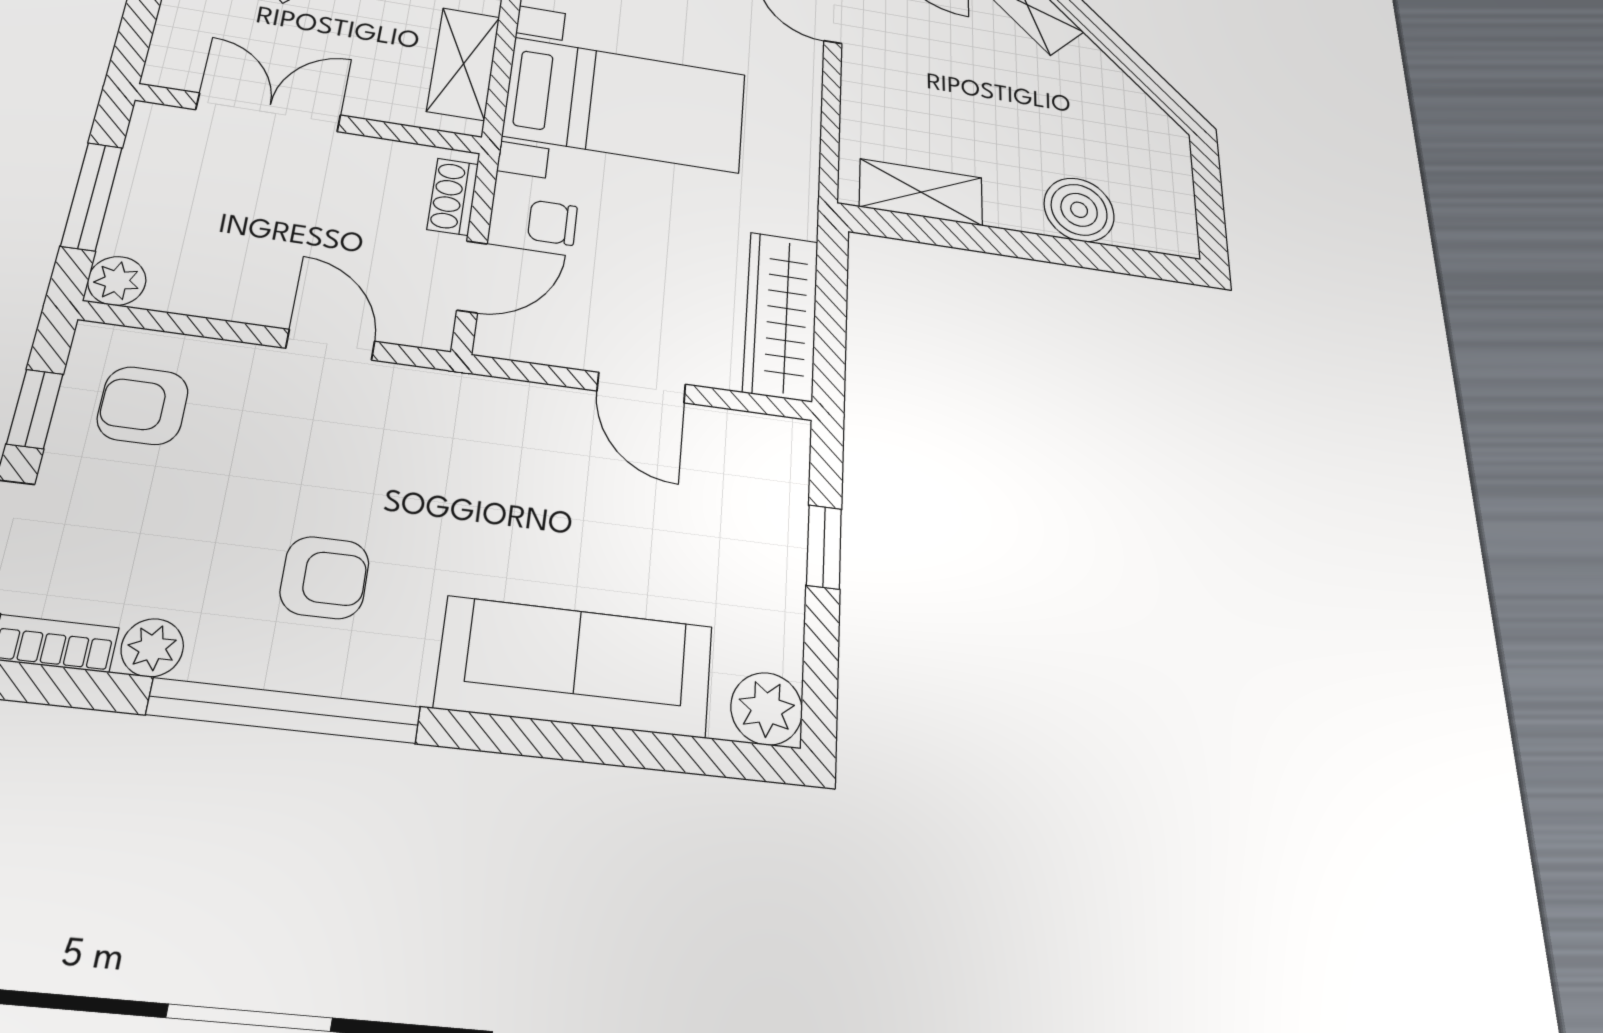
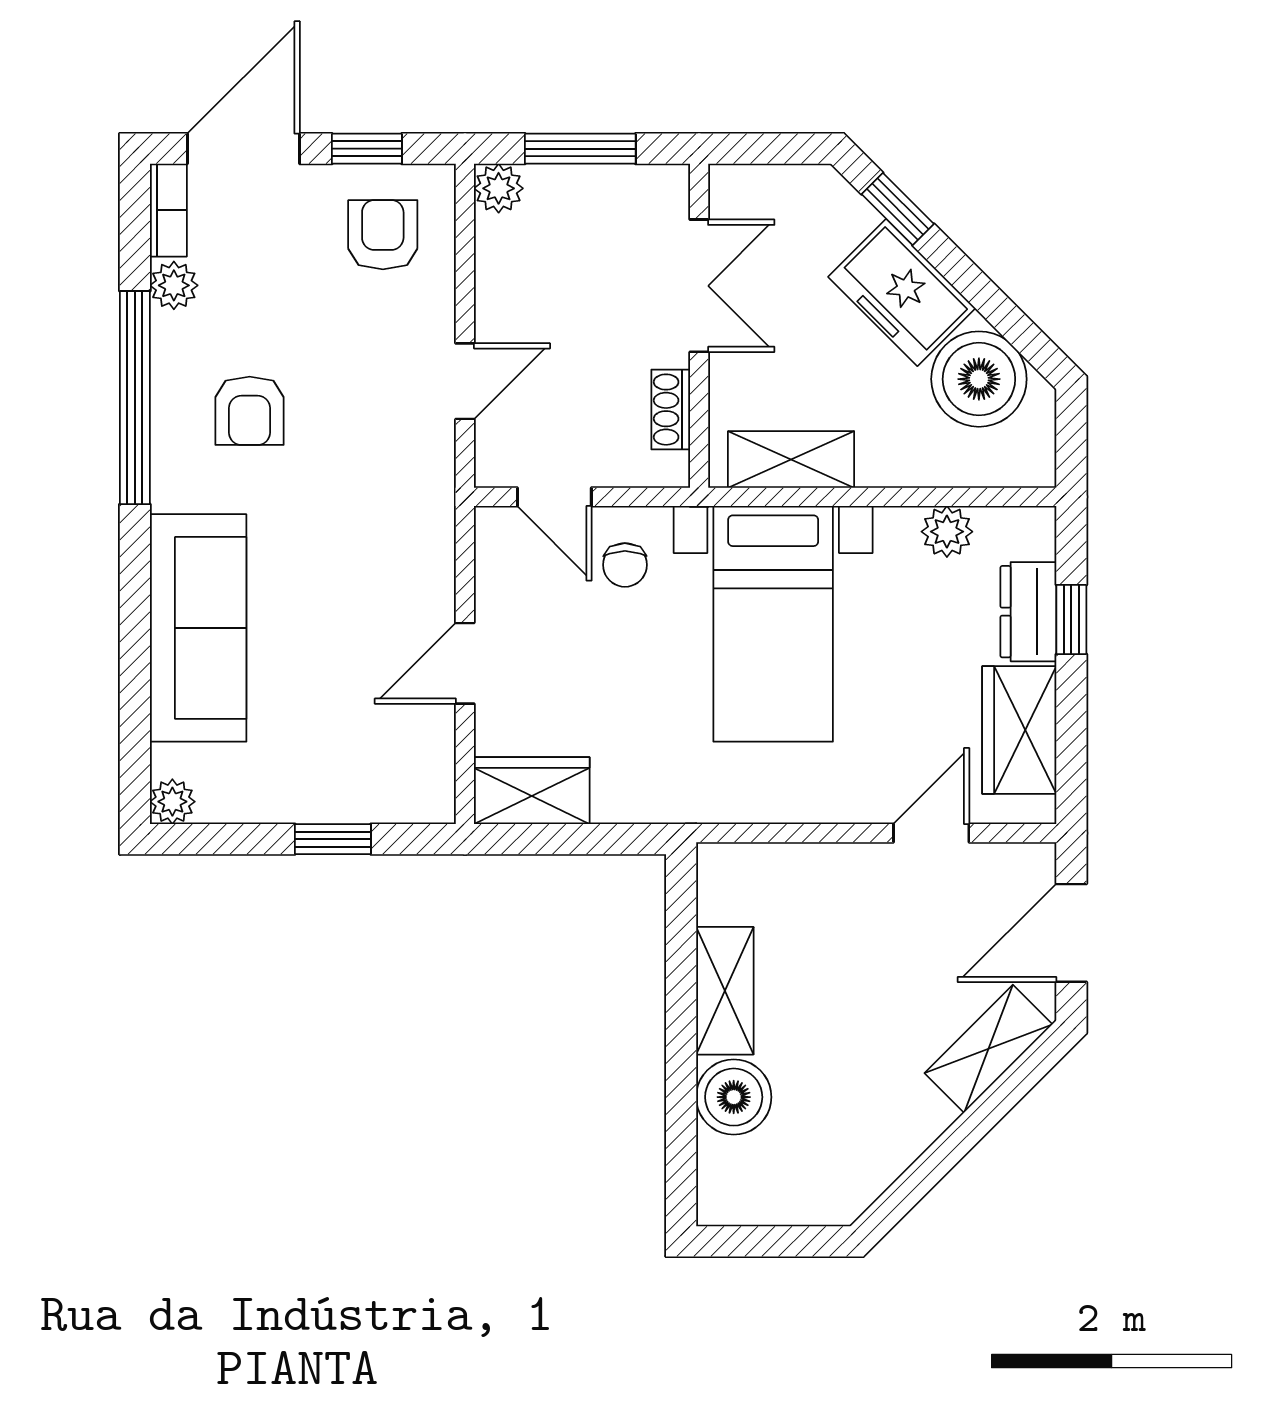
shelving: (921, 192) -> (725, 991), moved
shoe rack: (453, 197) -> (671, 410), moved, turned -90
chair: (552, 223) -> (625, 565), turned 180
wardrobe: (781, 316) -> (532, 791), width x0.67
plant: (767, 709) -> (172, 802), width x0.73, depth x0.73

